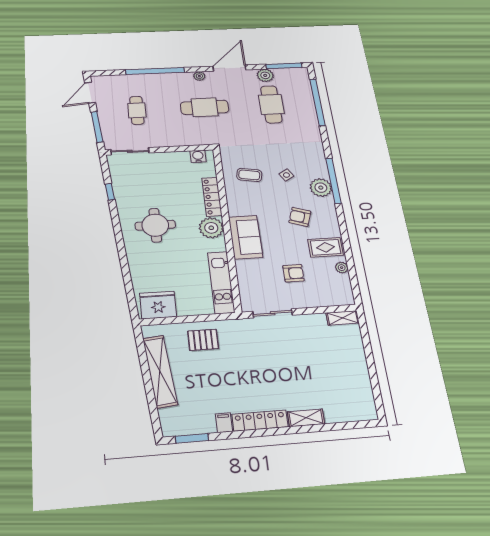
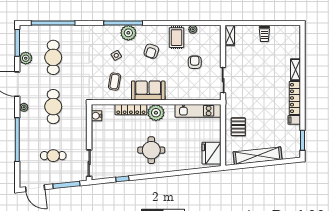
cafe table: (271, 104) -> (53, 57), turned 90
sofa: (246, 237) -> (148, 90), moved
trolley: (354, 367) -> (264, 34), added

